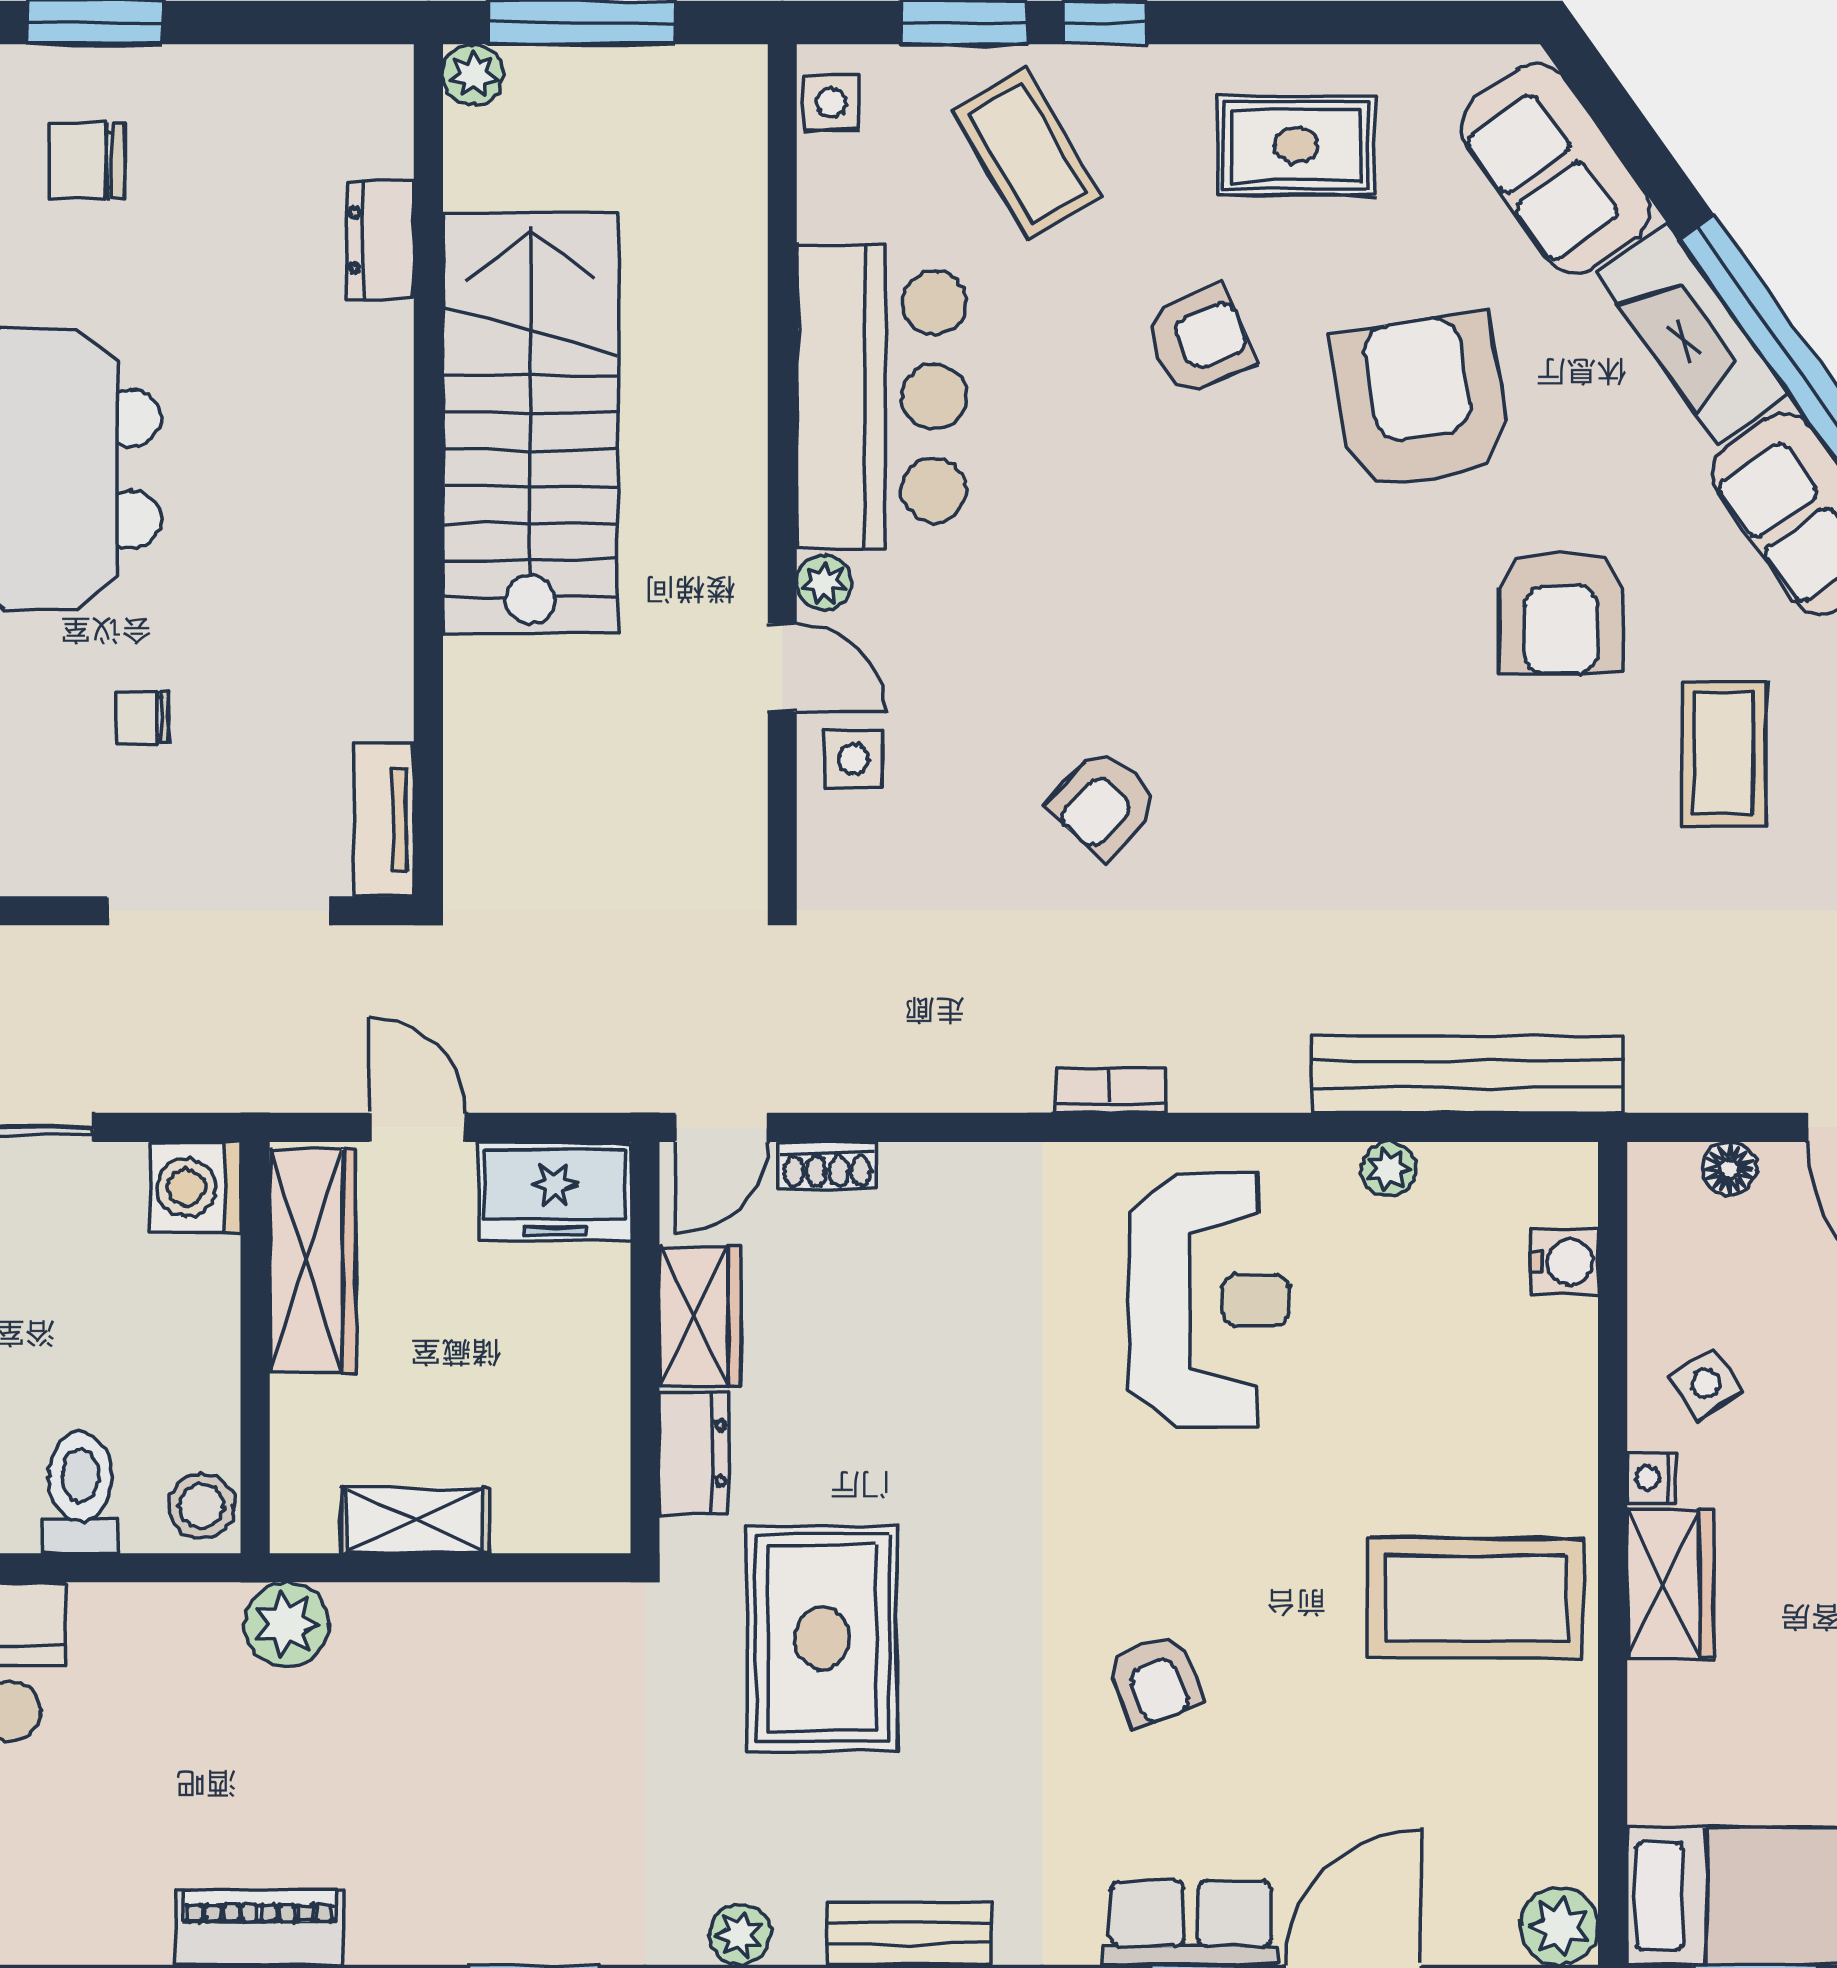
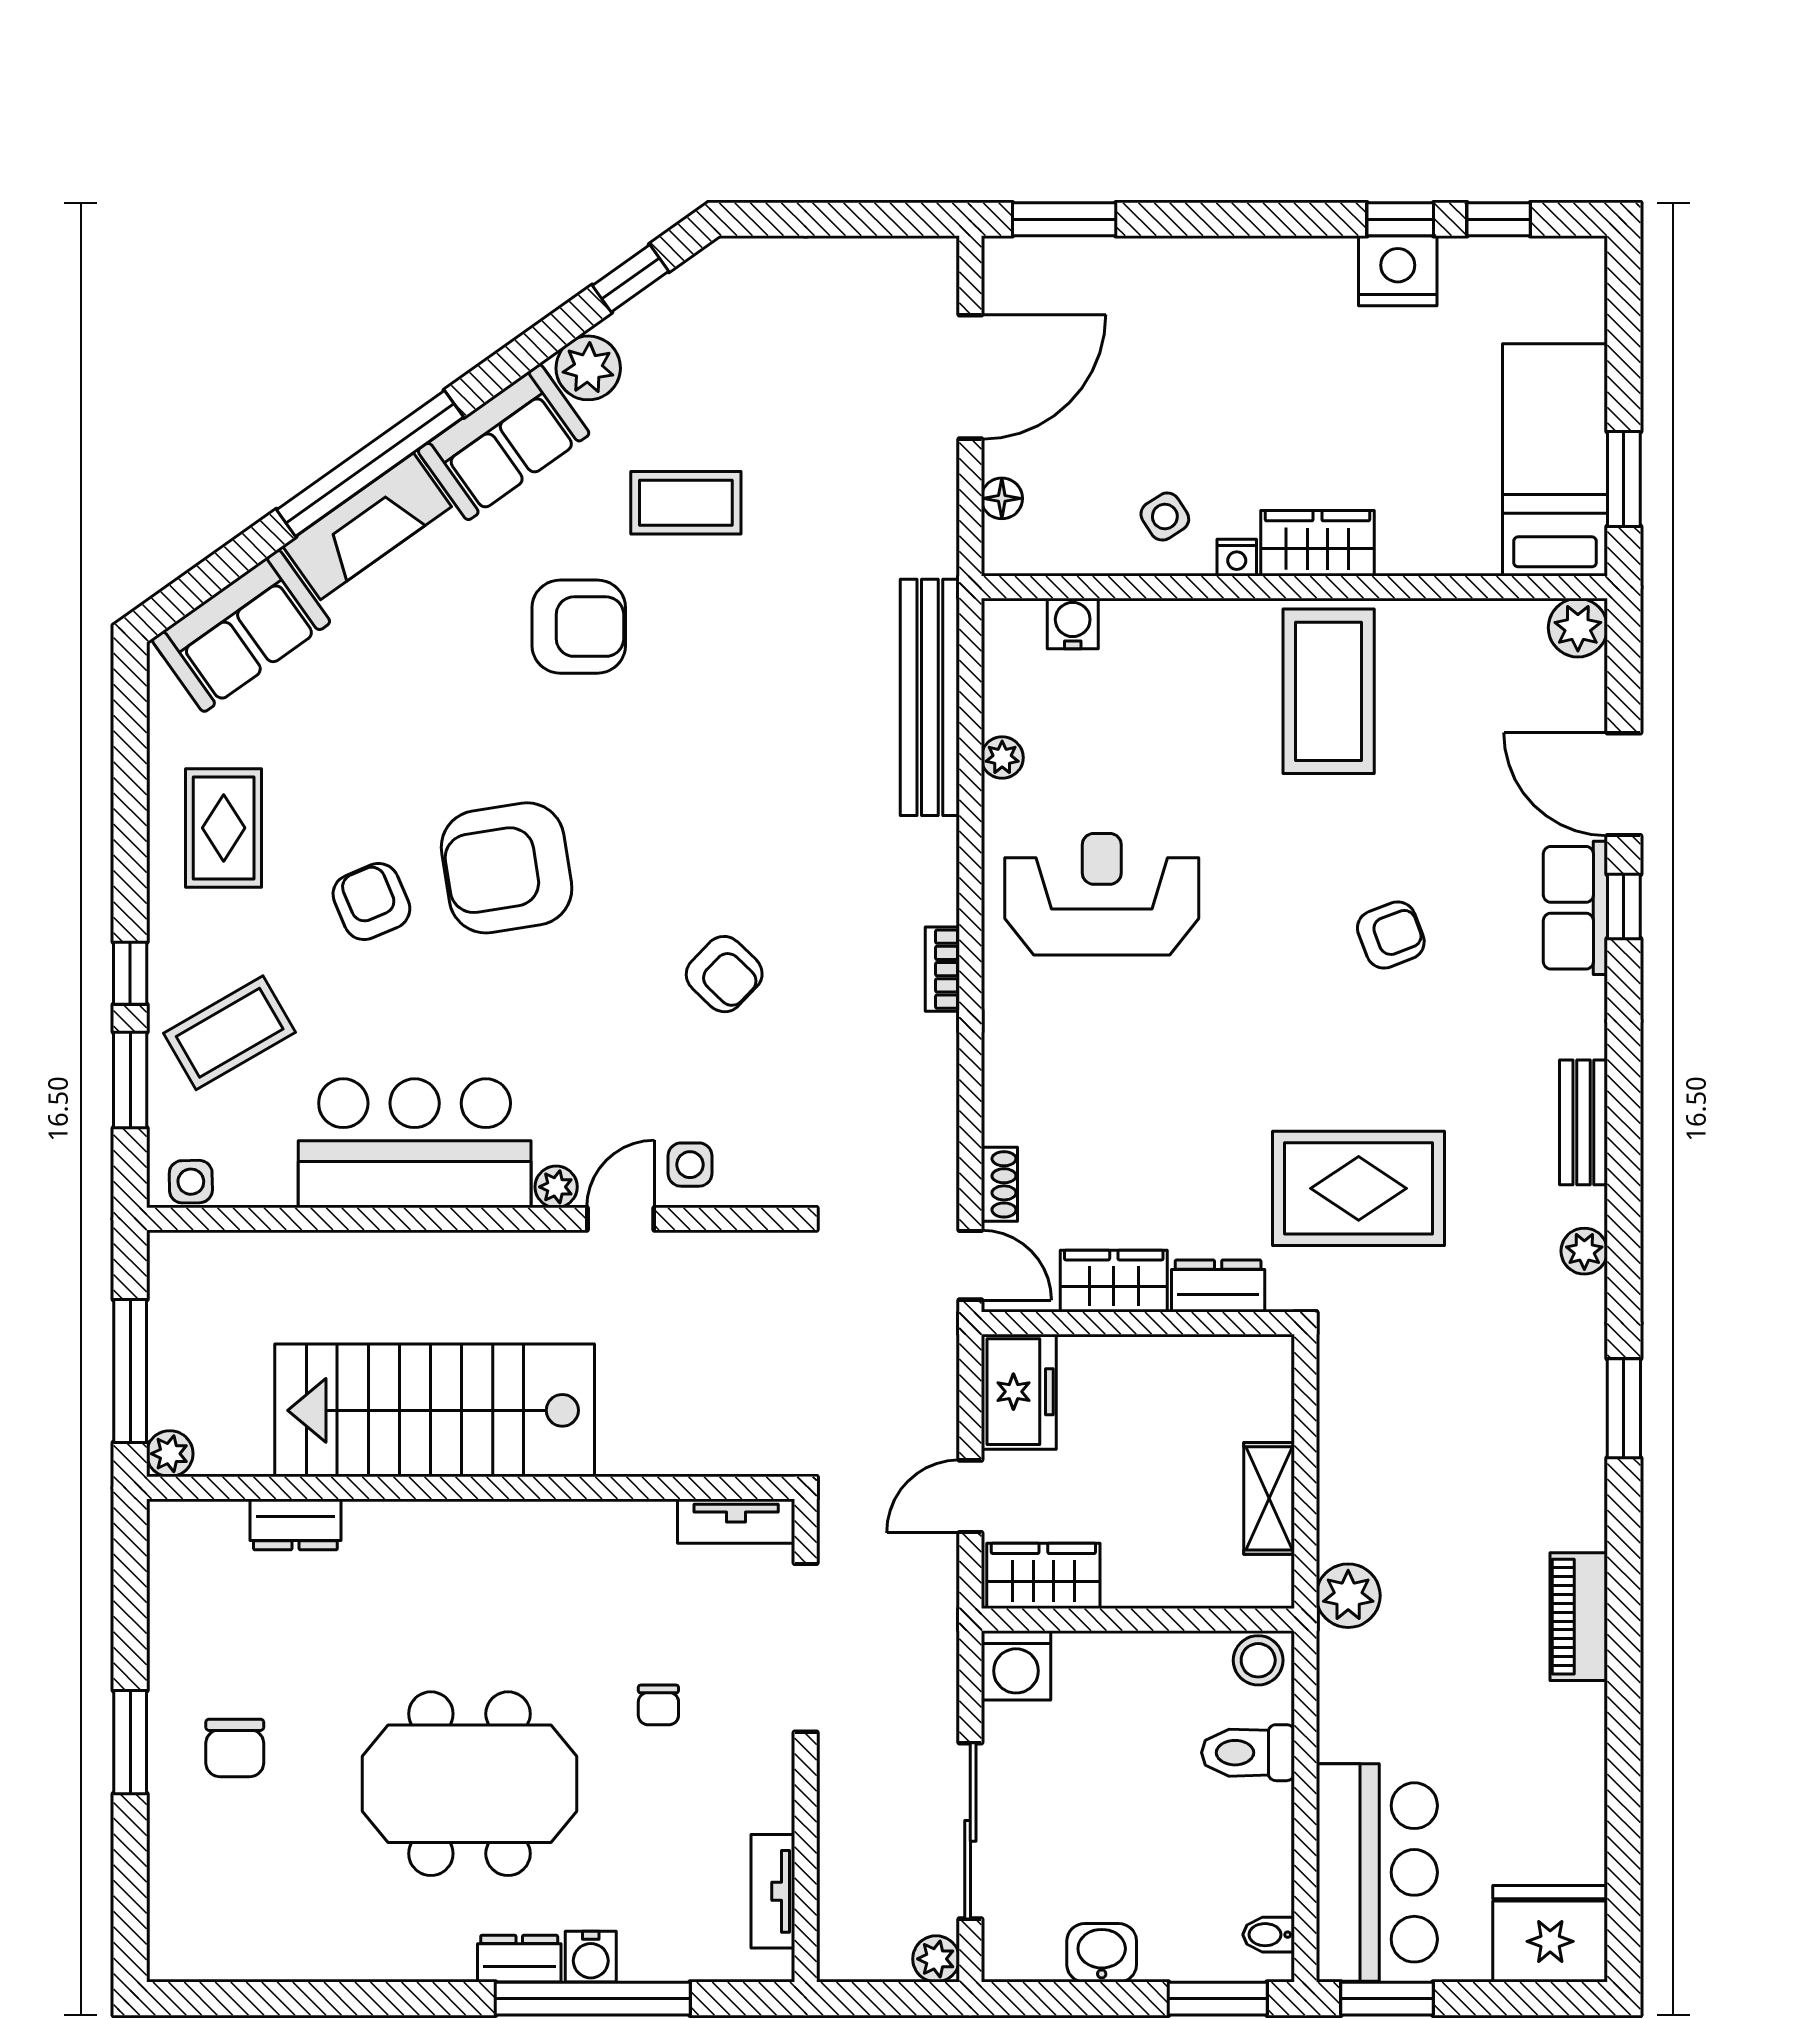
armchair: (1421, 402) -> (507, 868), moved
wardrobe: (313, 1261) -> (1043, 1576), width x0.67

